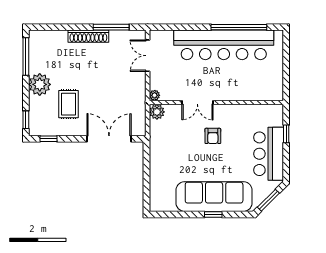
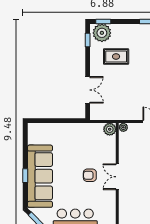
plant: (40, 84) -> (102, 33), moved
double door: (197, 103) -> (117, 177), moved
double door: (109, 139) -> (88, 90), width x0.73

